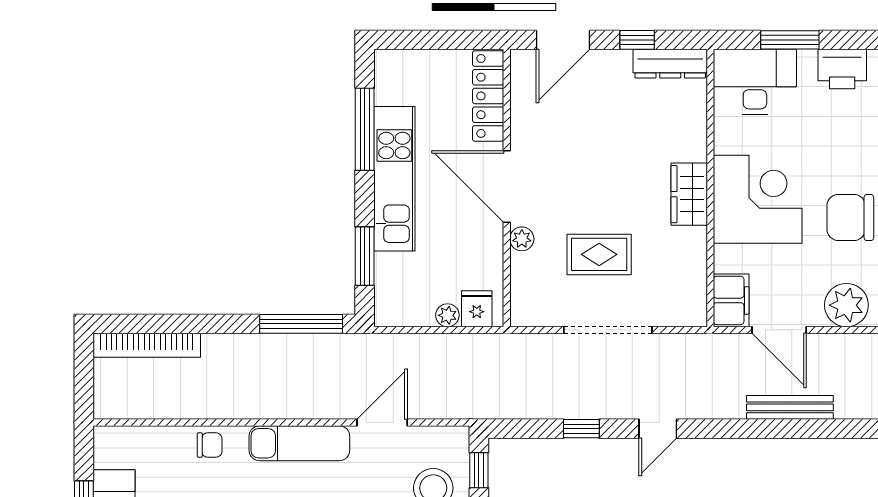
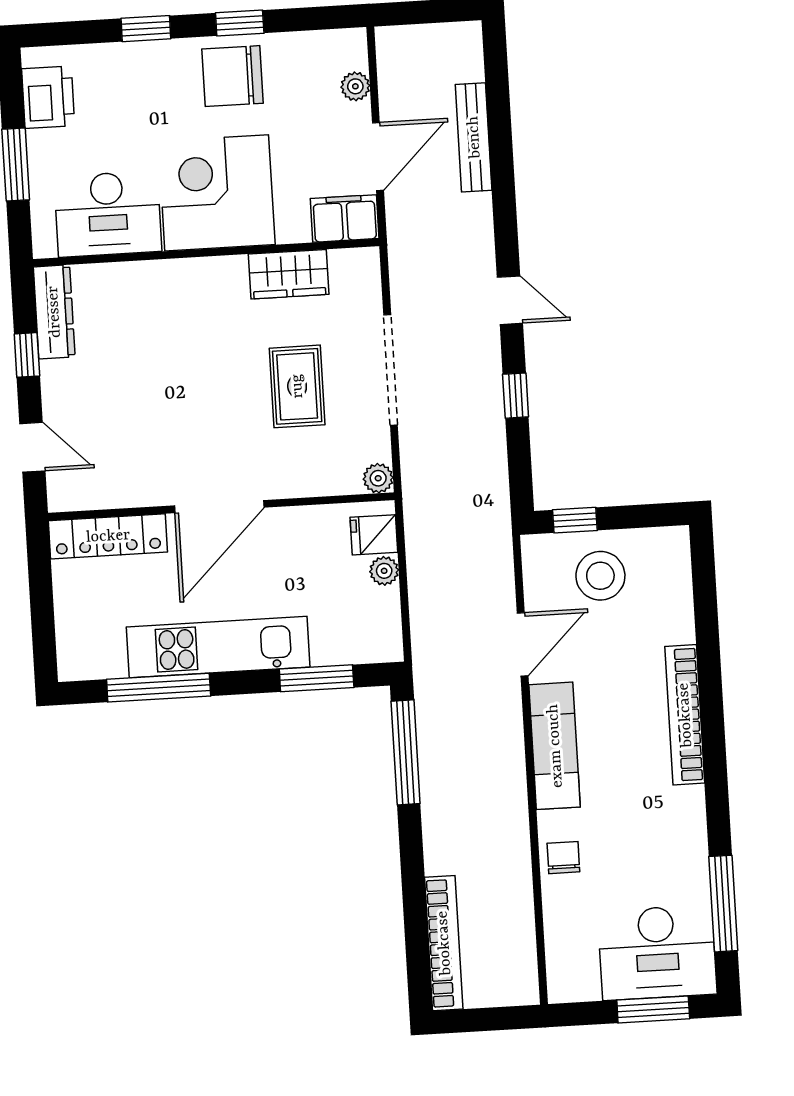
door: (563, 40) -> (32, 447), width x0.73
desk: (755, 82) -> (108, 214), moved, turned -90
wardrobe: (689, 194) -> (289, 274), moved
chair: (850, 217) -> (232, 76), turned 90
plant: (522, 239) -> (378, 478), moved
plant: (846, 305) -> (355, 86), width x0.53, depth x0.53
door: (382, 423) -> (523, 644), swing flipped

